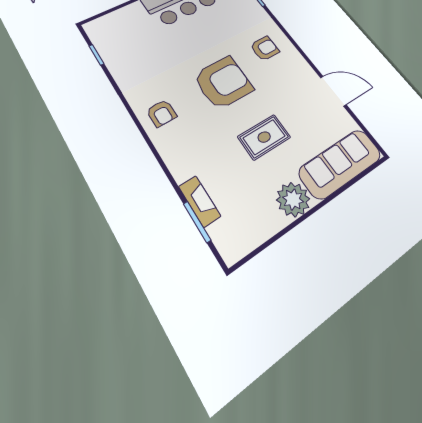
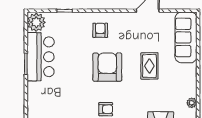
plant: (293, 199) -> (192, 103), moved, width x0.53, depth x0.53

